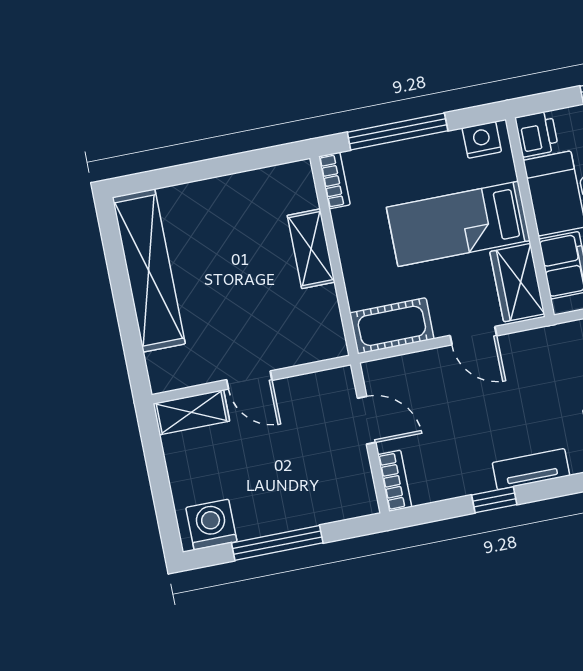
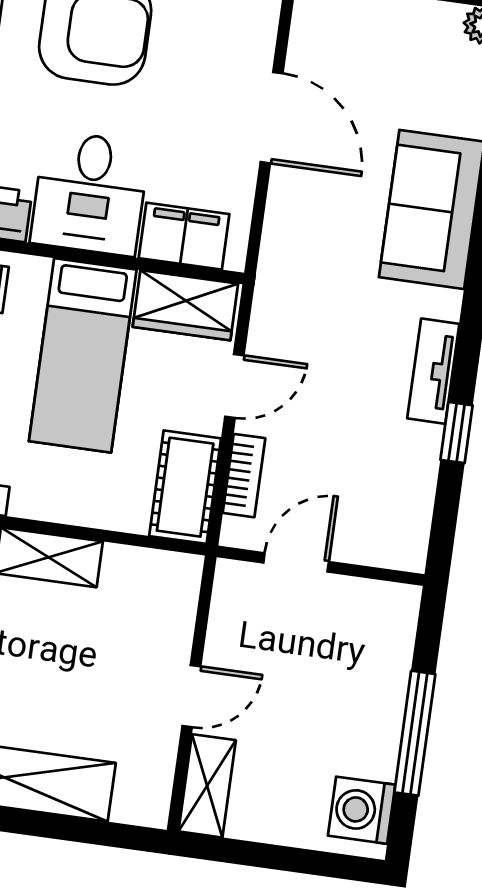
bookcase: (395, 481) -> (244, 476), moved, turned 90

